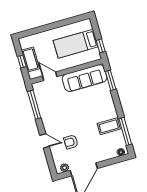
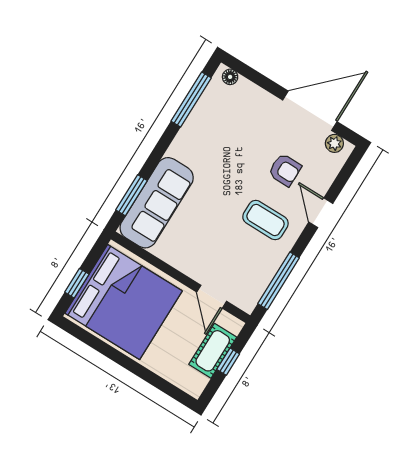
bed: (76, 44) -> (124, 302), width x2.04
window: (101, 46) -> (77, 283), moved
sofa: (85, 78) -> (157, 203), moved, turned 90
coffee table: (109, 126) -> (265, 220), moved

